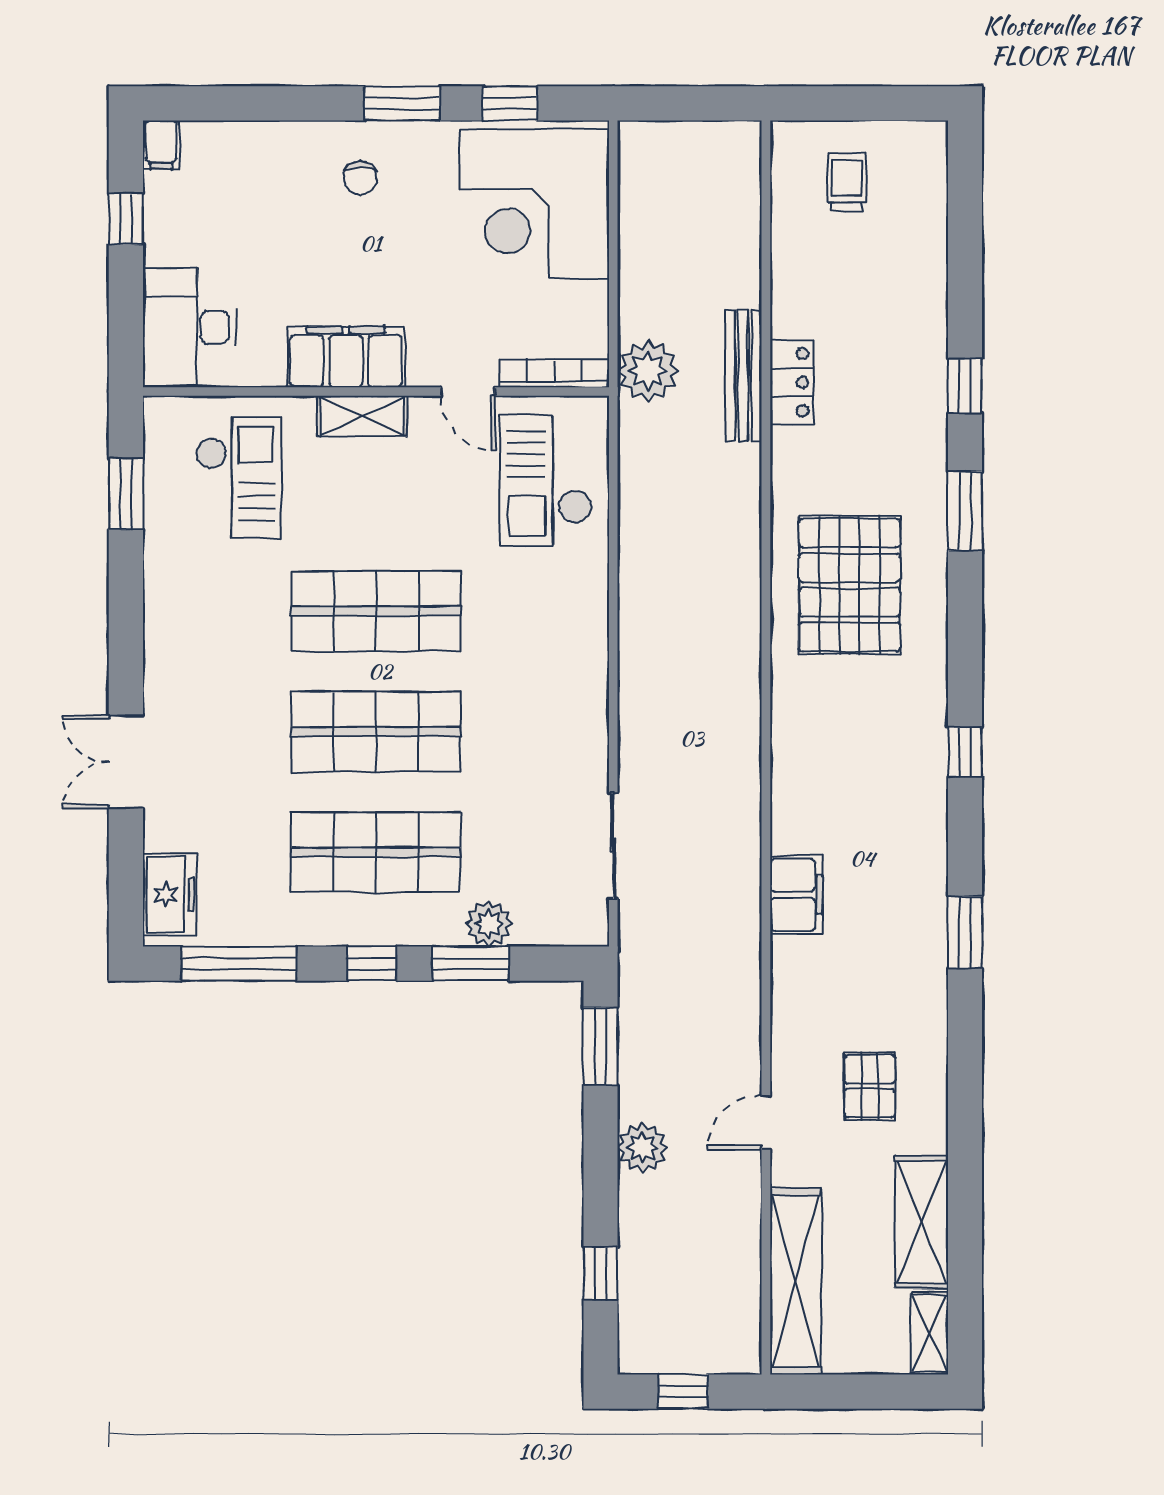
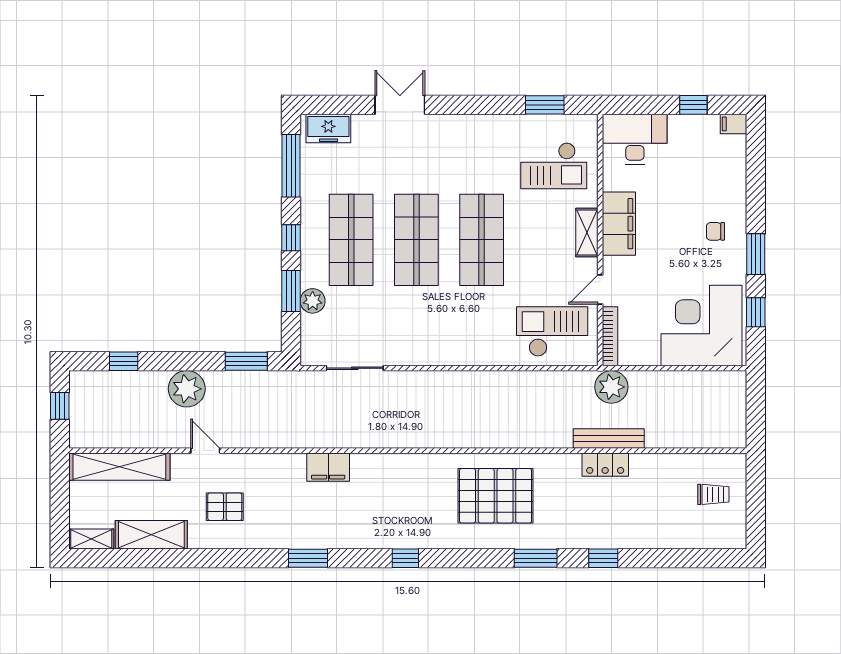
plant: (642, 1148) -> (187, 389), width x1.36, depth x1.36

